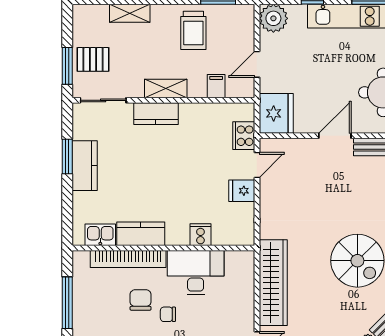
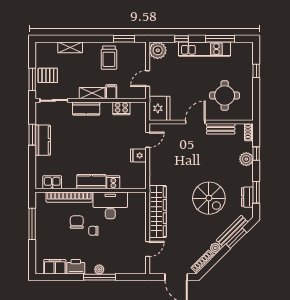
filing cabinet: (216, 86) -> (111, 92), moved
cooker: (244, 136) -> (121, 108), moved, turned -90
kitchen counter: (141, 234) -> (91, 182), moved

